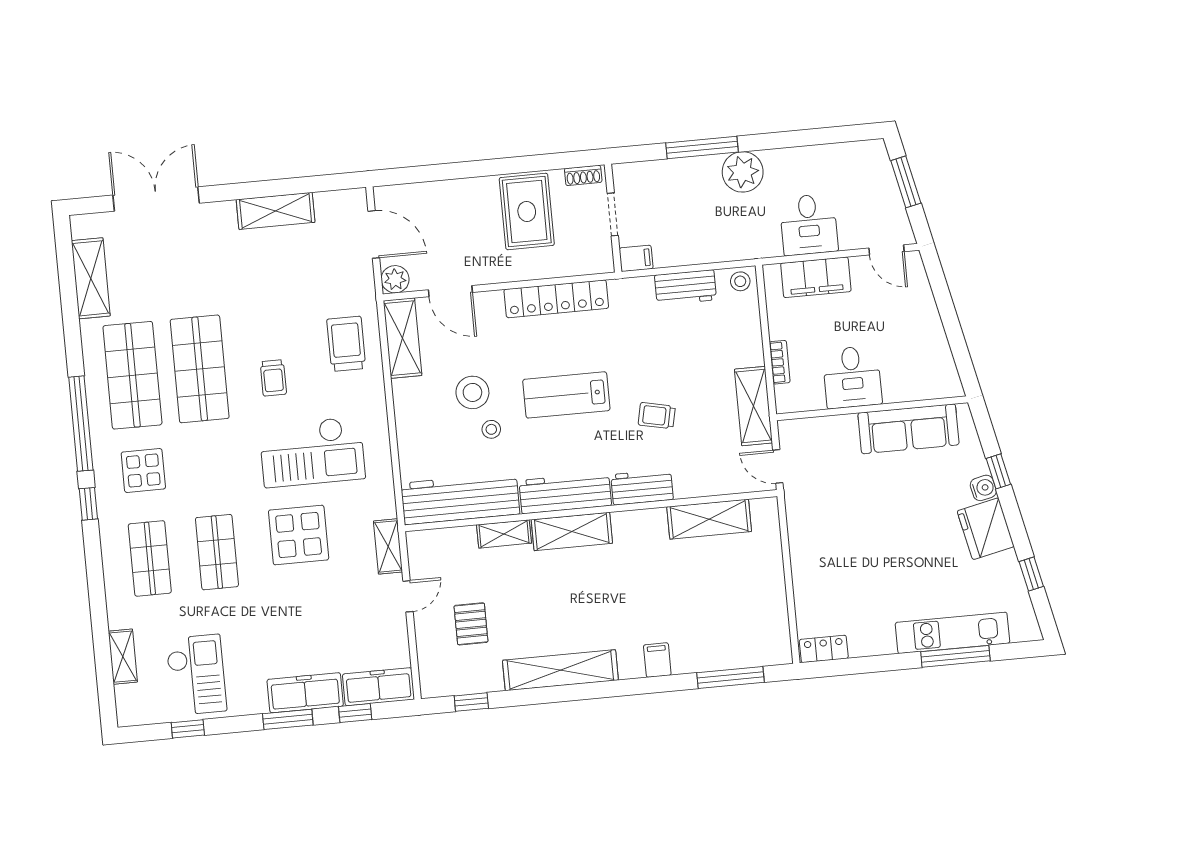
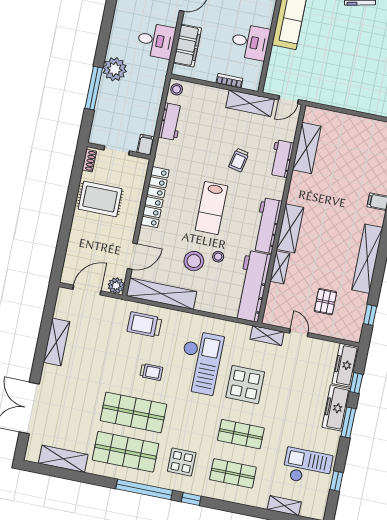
shelving: (403, 338) -> (162, 294), width x1.47
workbench: (642, 487) -> (281, 159), moved
pallet: (471, 624) -> (325, 302), turned 90

